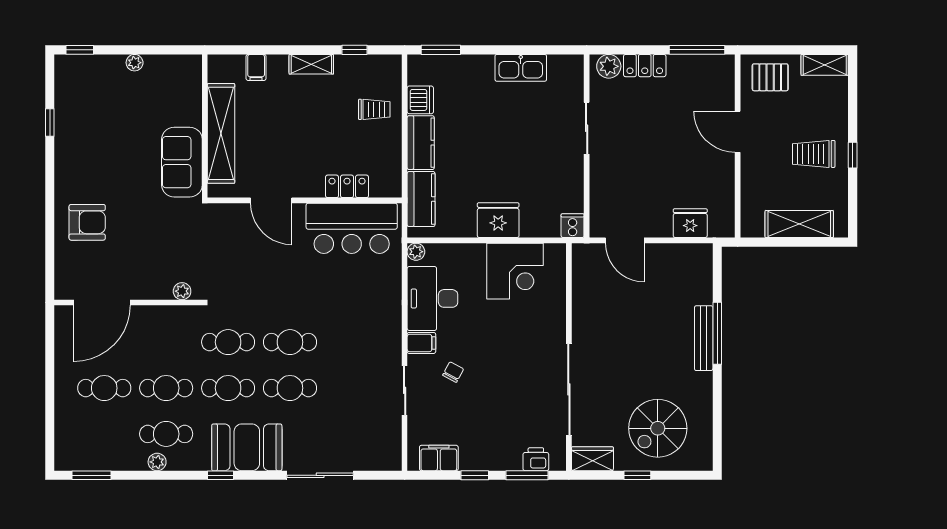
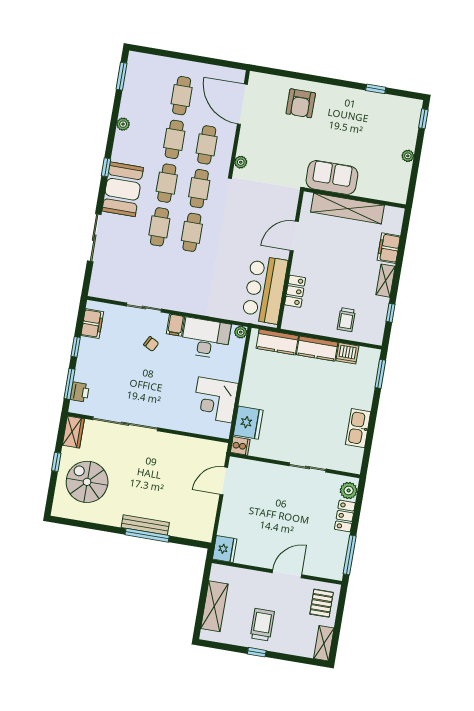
filing cabinet: (256, 67) -> (389, 248), width x2.00
fridge: (498, 220) -> (248, 423), moved
fridge: (690, 223) -> (225, 549), moved
cafe table: (166, 434) -> (207, 145), moved

